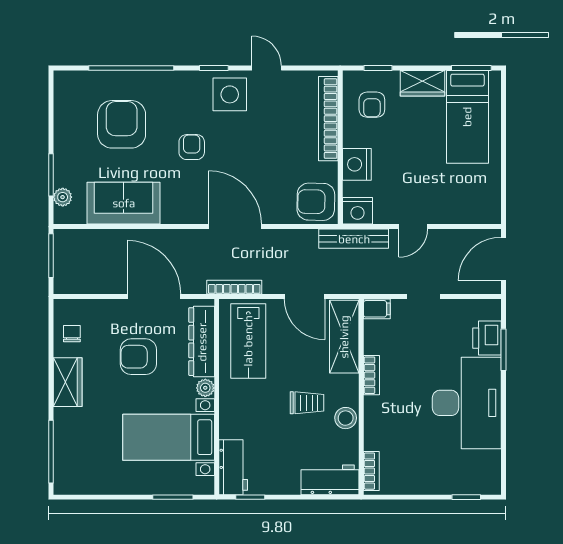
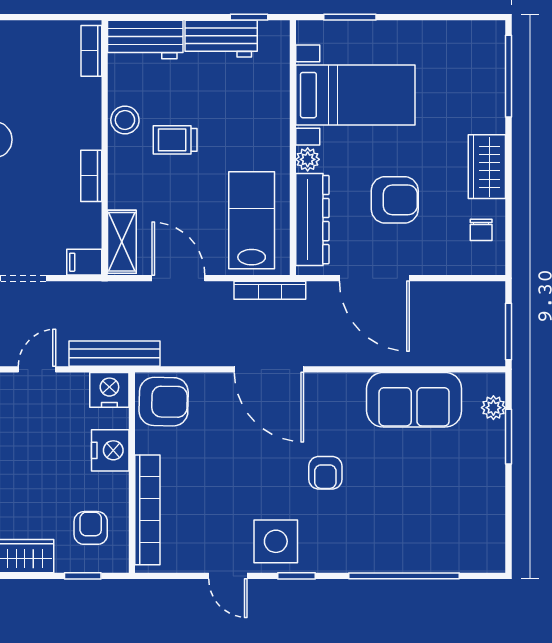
armchair: (122, 124) -> (417, 502), removed
shelving: (344, 337) -> (122, 242), width x0.67, depth x0.75
workbench: (233, 467) -> (221, 39), moved, turned -90

